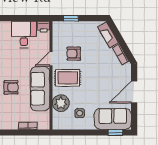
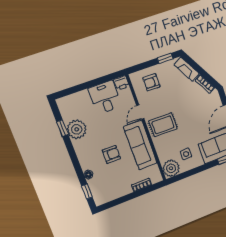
window: (71, 18) -> (165, 58), moved
armchair: (74, 54) -> (151, 82), moved
plant: (61, 103) -> (171, 168), moved

